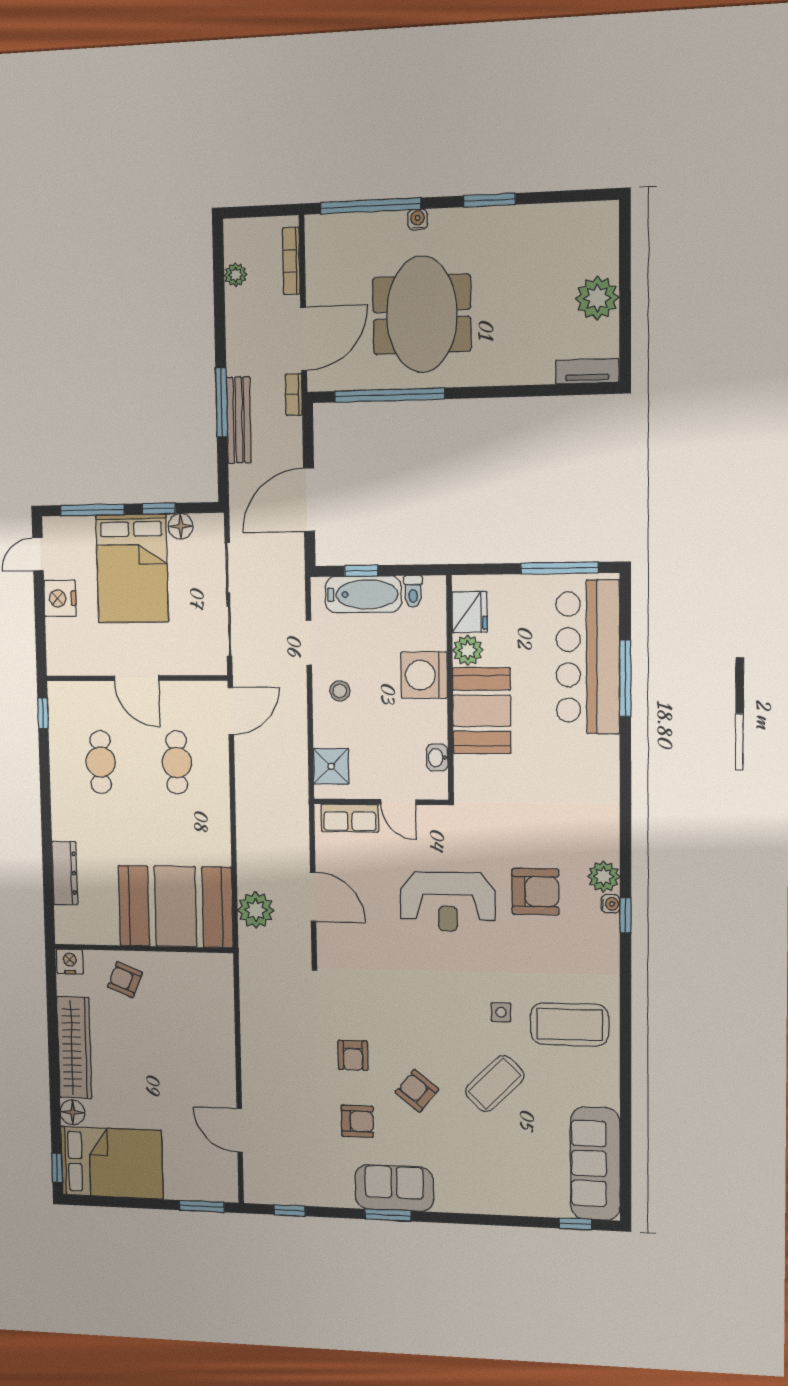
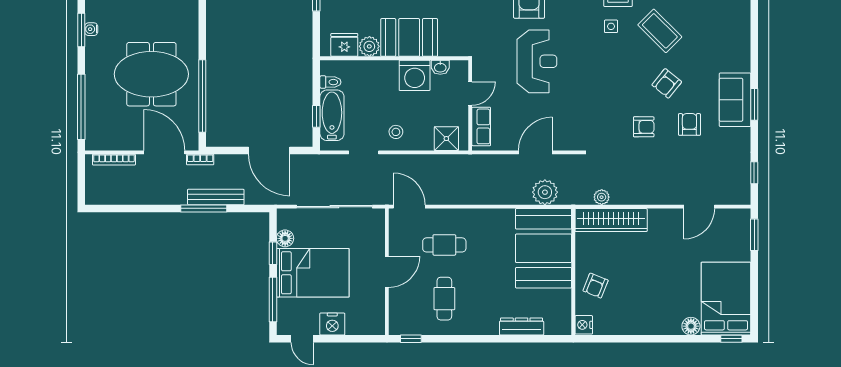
water cooler: (418, 220) -> (91, 29), moved
plant: (236, 275) -> (602, 197), moved
washing machine: (424, 675) -> (415, 75), moved
cafe table: (101, 762) -> (444, 299), turned 90
wardrobe: (74, 1048) -> (611, 220), moved, turned 180

